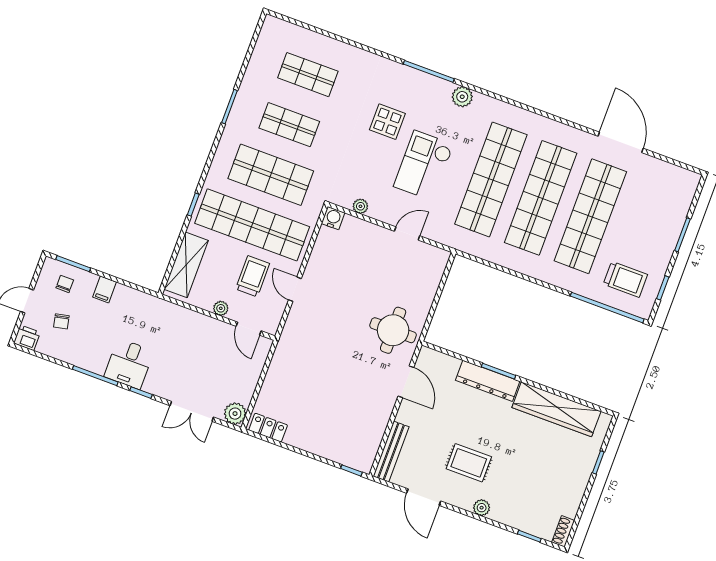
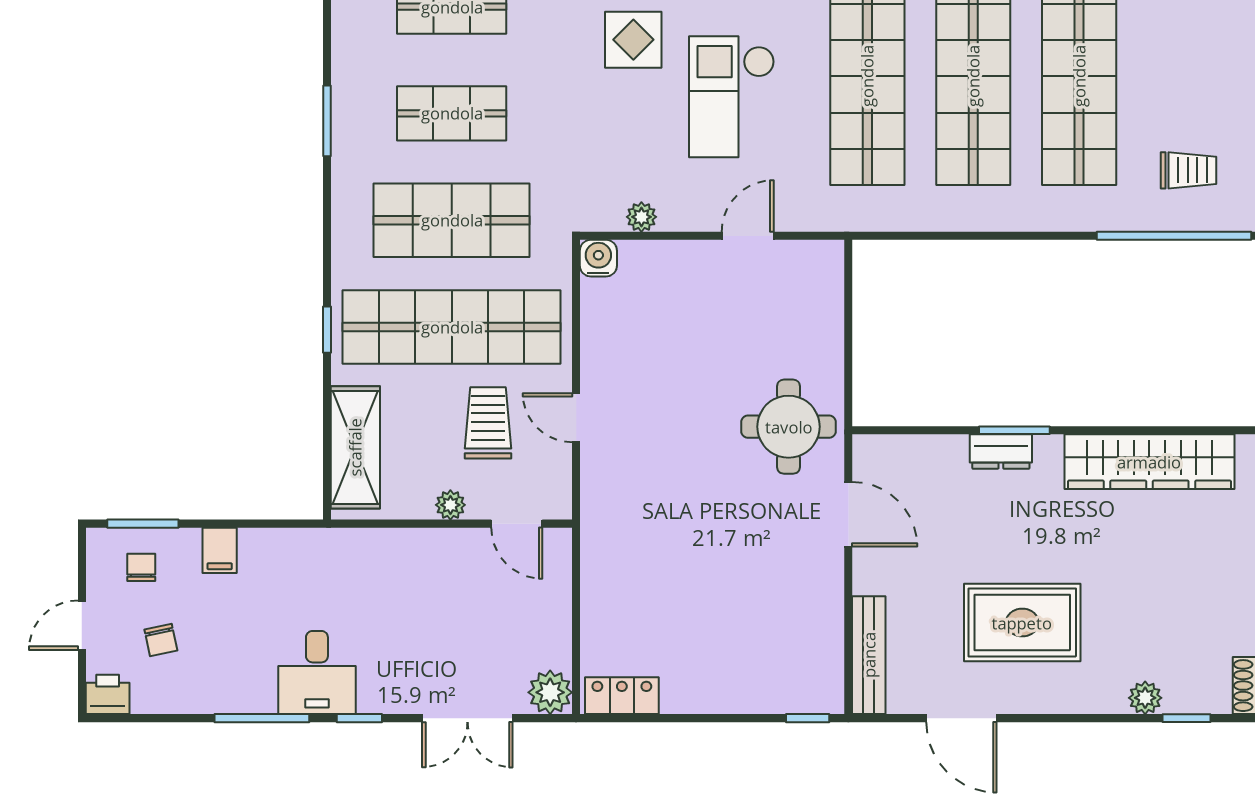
trolley: (625, 279) -> (1189, 170), width x0.73, depth x0.72
dresser: (488, 381) -> (1001, 452), width x0.51, depth x0.80
rug: (469, 463) -> (1022, 623), width x1.36, depth x1.43
plant: (482, 508) -> (1145, 698), moved

